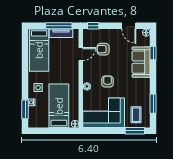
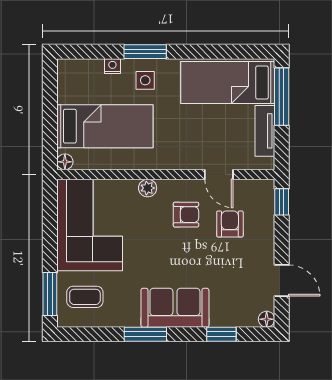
window: (59, 26) -> (282, 97), moved
door: (129, 26) -> (282, 281), swing flipped
sofa: (141, 62) -> (175, 308), moved
armchair: (107, 82) -> (186, 215), moved
window: (153, 104) -> (145, 334), moved
window: (25, 109) -> (145, 52), moved

